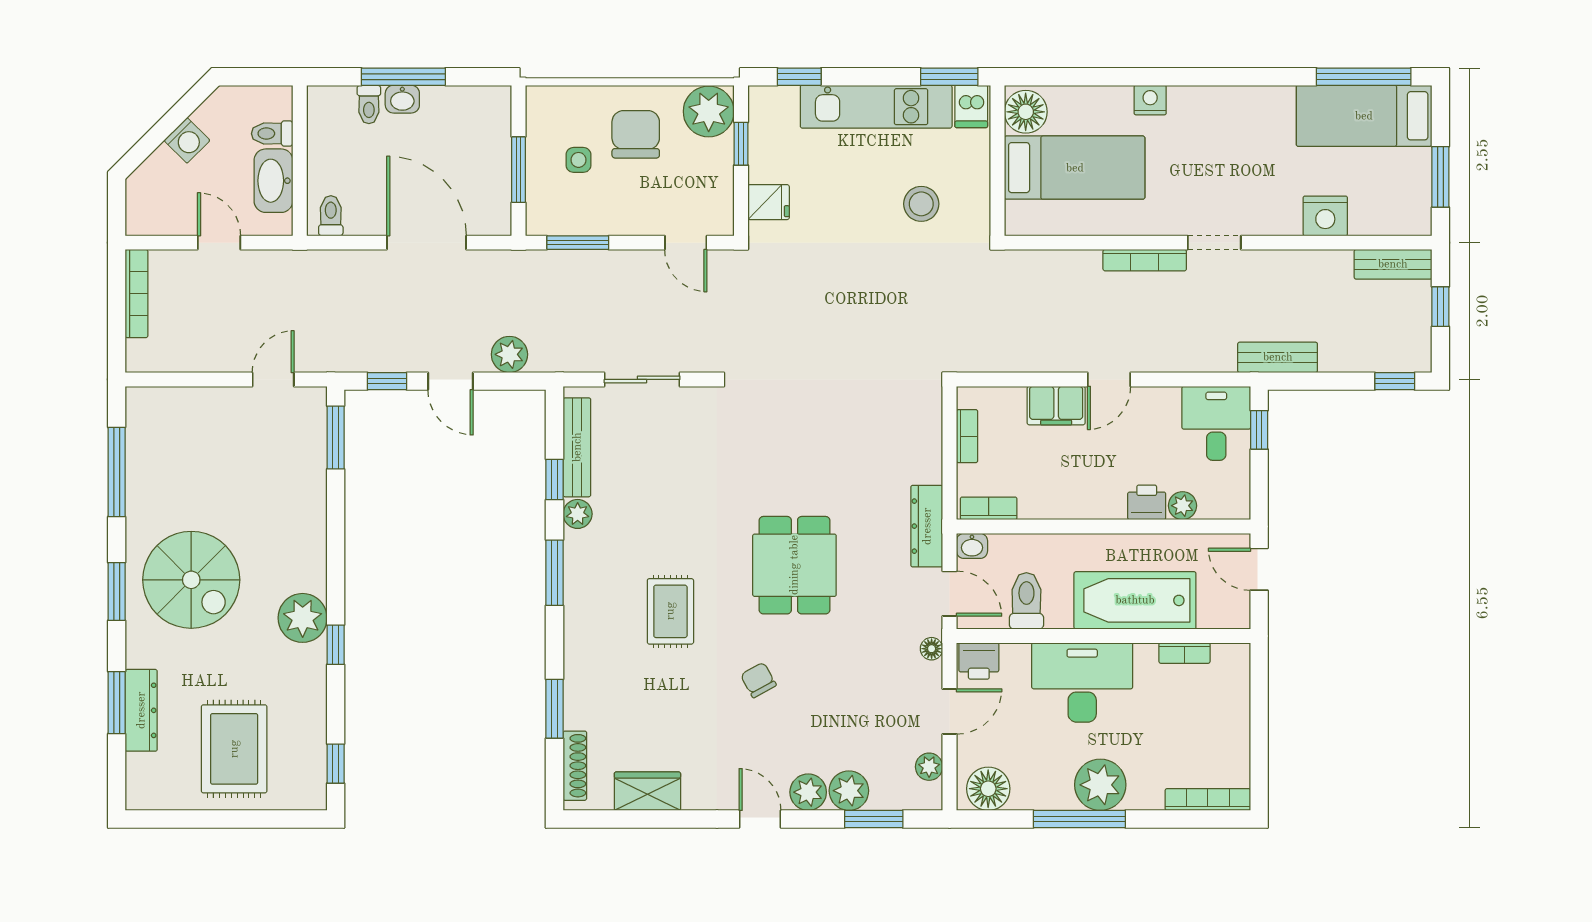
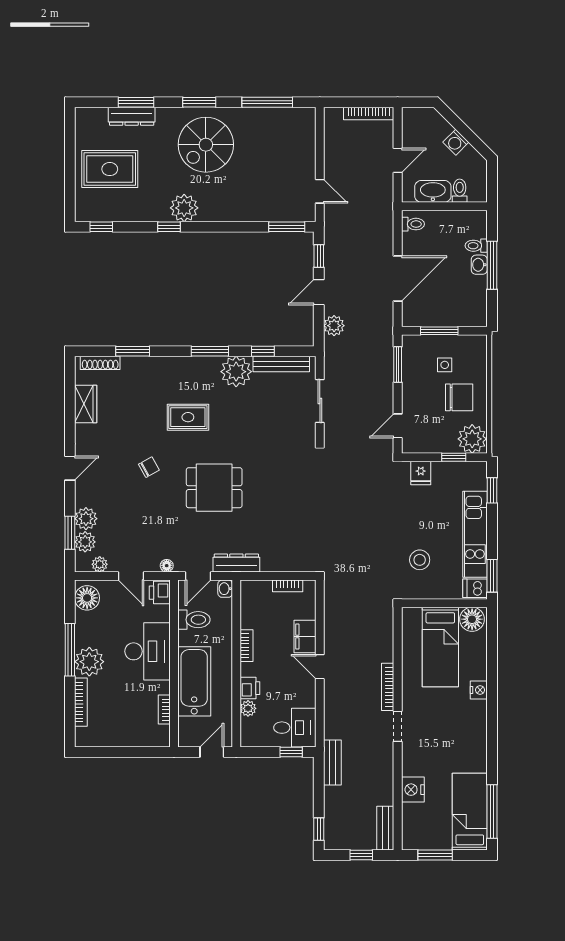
bookcase: (989, 508) -> (247, 646), moved
plant: (578, 514) -> (236, 372), width x1.88, depth x1.88
plant: (808, 792) -> (85, 542), moved
bookcase: (1208, 799) -> (81, 702), moved

